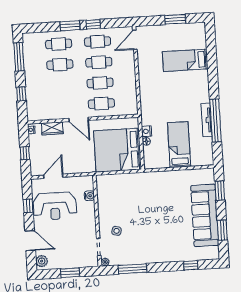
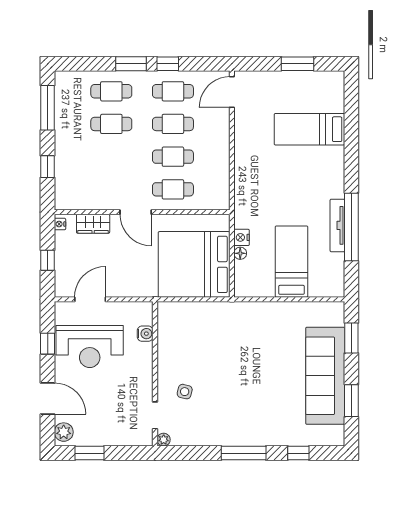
window: (132, 269) -> (244, 453), moved
window: (70, 273) -> (90, 453), moved

